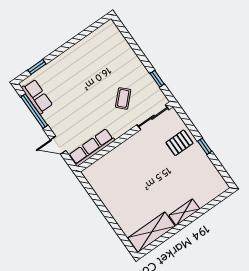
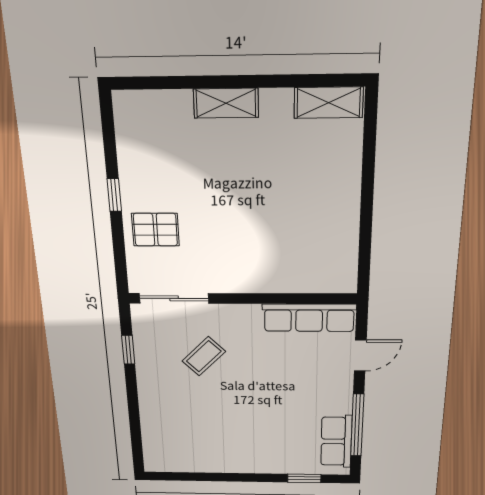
door: (58, 145) -> (360, 355), hinge flipped
shelving: (151, 232) -> (329, 103), width x0.67, depth x0.75

